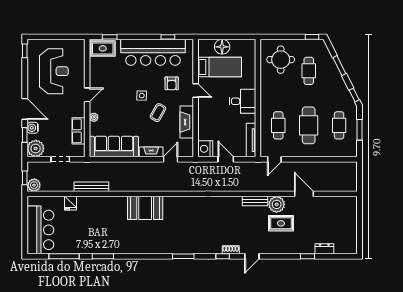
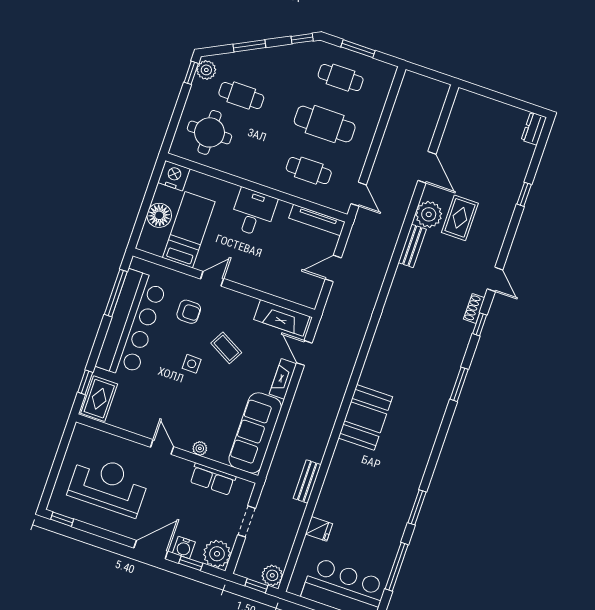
window: (168, 37) -> (116, 293), width x2.17
plant: (317, 45) -> (206, 70), added
fireplace: (187, 122) -> (282, 318), moved
nightstand: (205, 149) -> (174, 176), moved, turned 180
bench: (91, 187) -> (307, 482), width x0.73
door: (304, 194) -> (427, 167), swing flipped
dresser: (324, 249) -> (534, 129), moved

